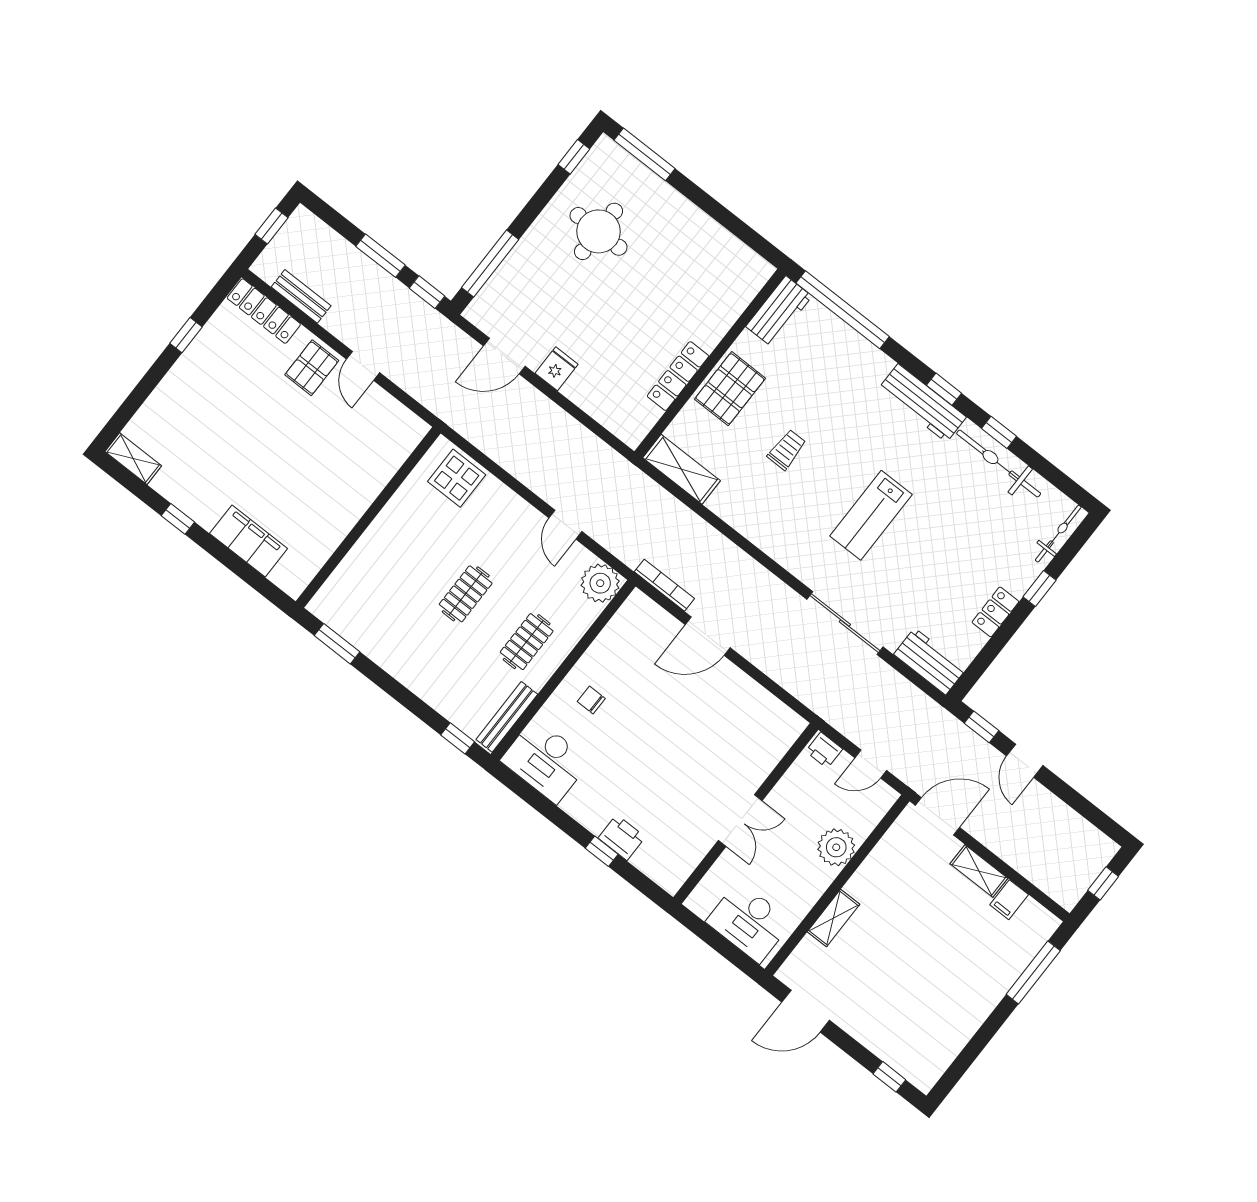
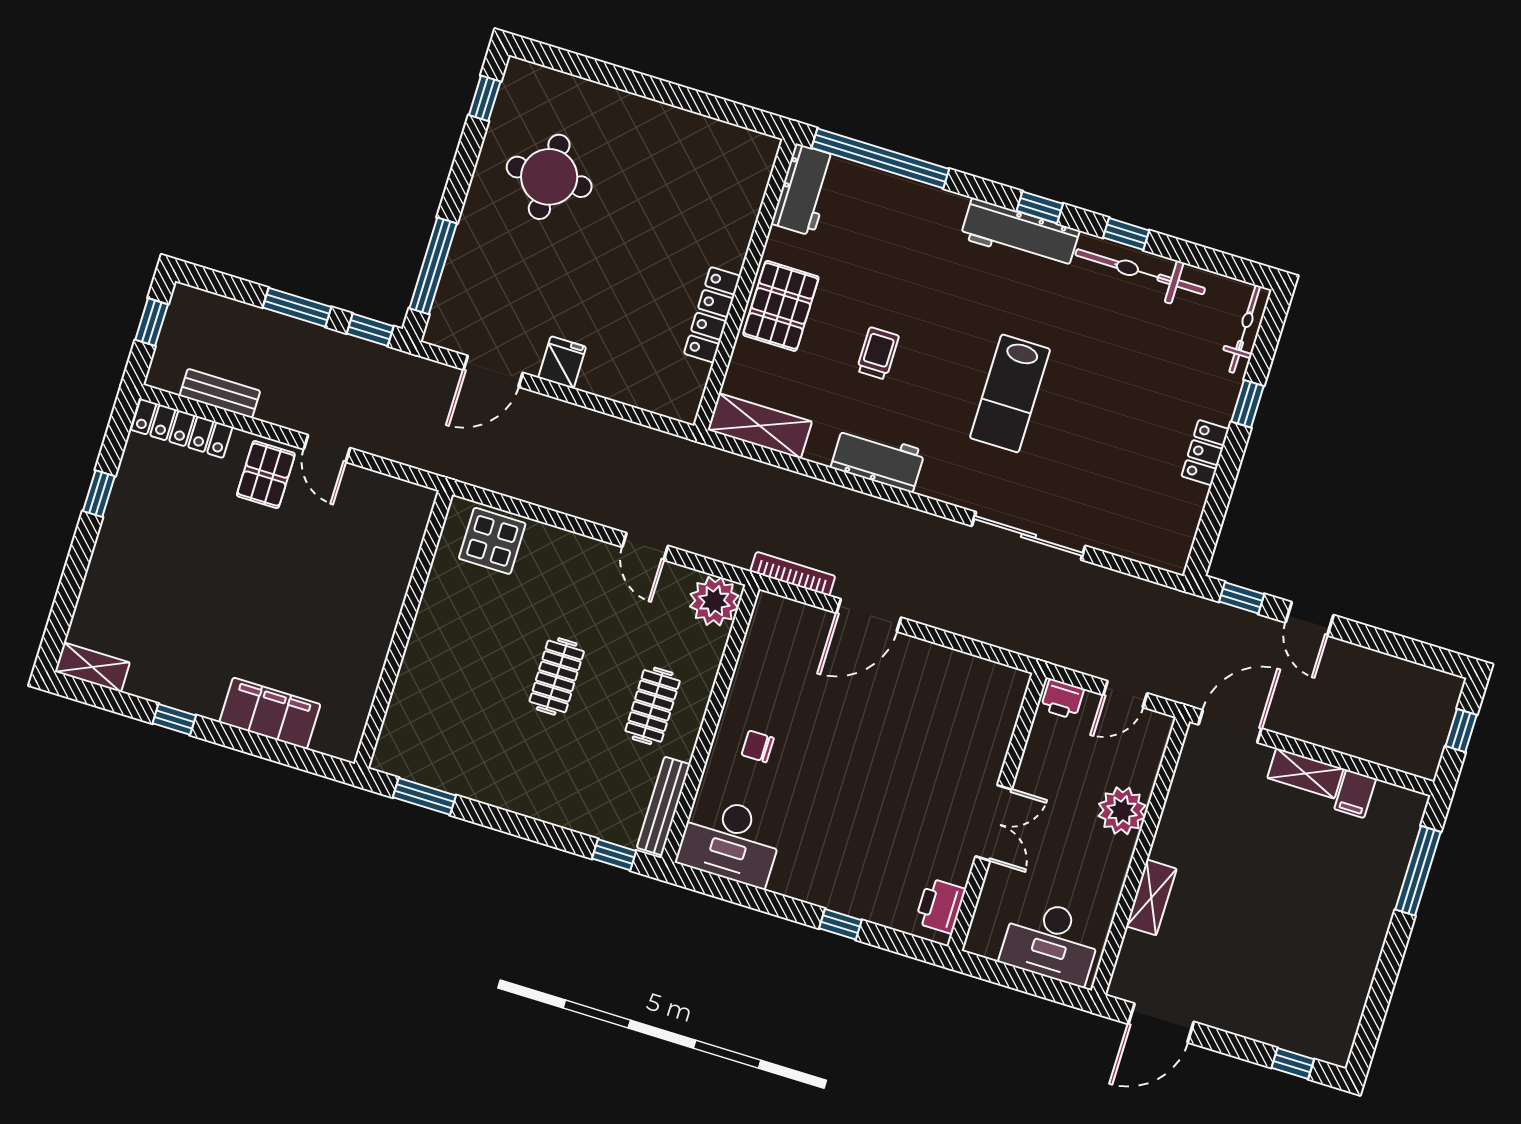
window: (644, 154) -> (569, 63), removed
workbench: (930, 661) -> (878, 459), moved
printer: (622, 838) -> (940, 906), moved, turned -90

